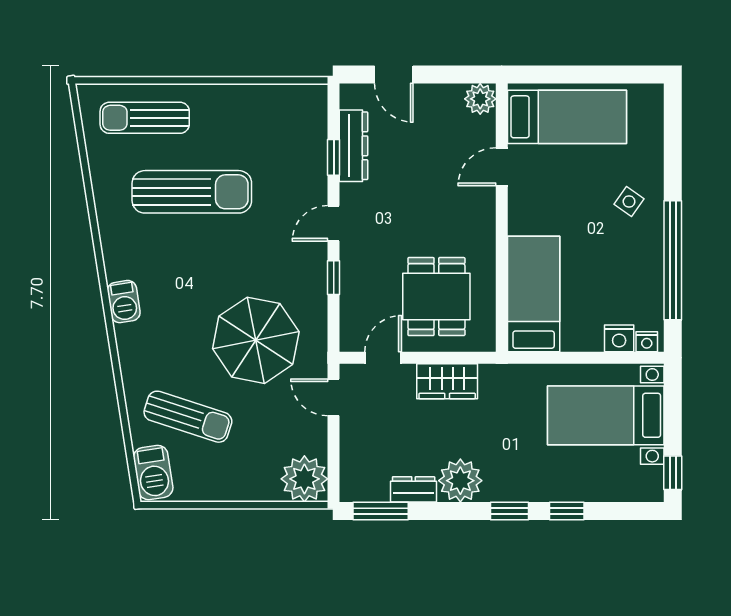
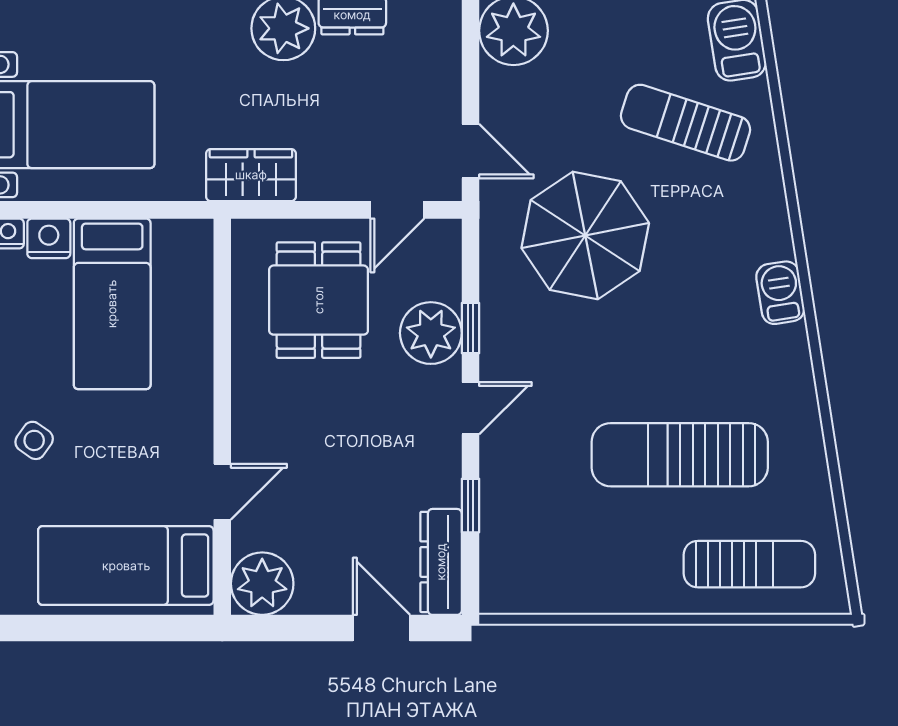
plant: (480, 99) -> (262, 584), width x1.36, depth x1.36
dresser: (353, 146) -> (441, 562), moved
plant: (360, 274) -> (431, 333), added
bed: (534, 294) -> (112, 304), moved
wardrobe: (447, 381) -> (251, 175), moved

